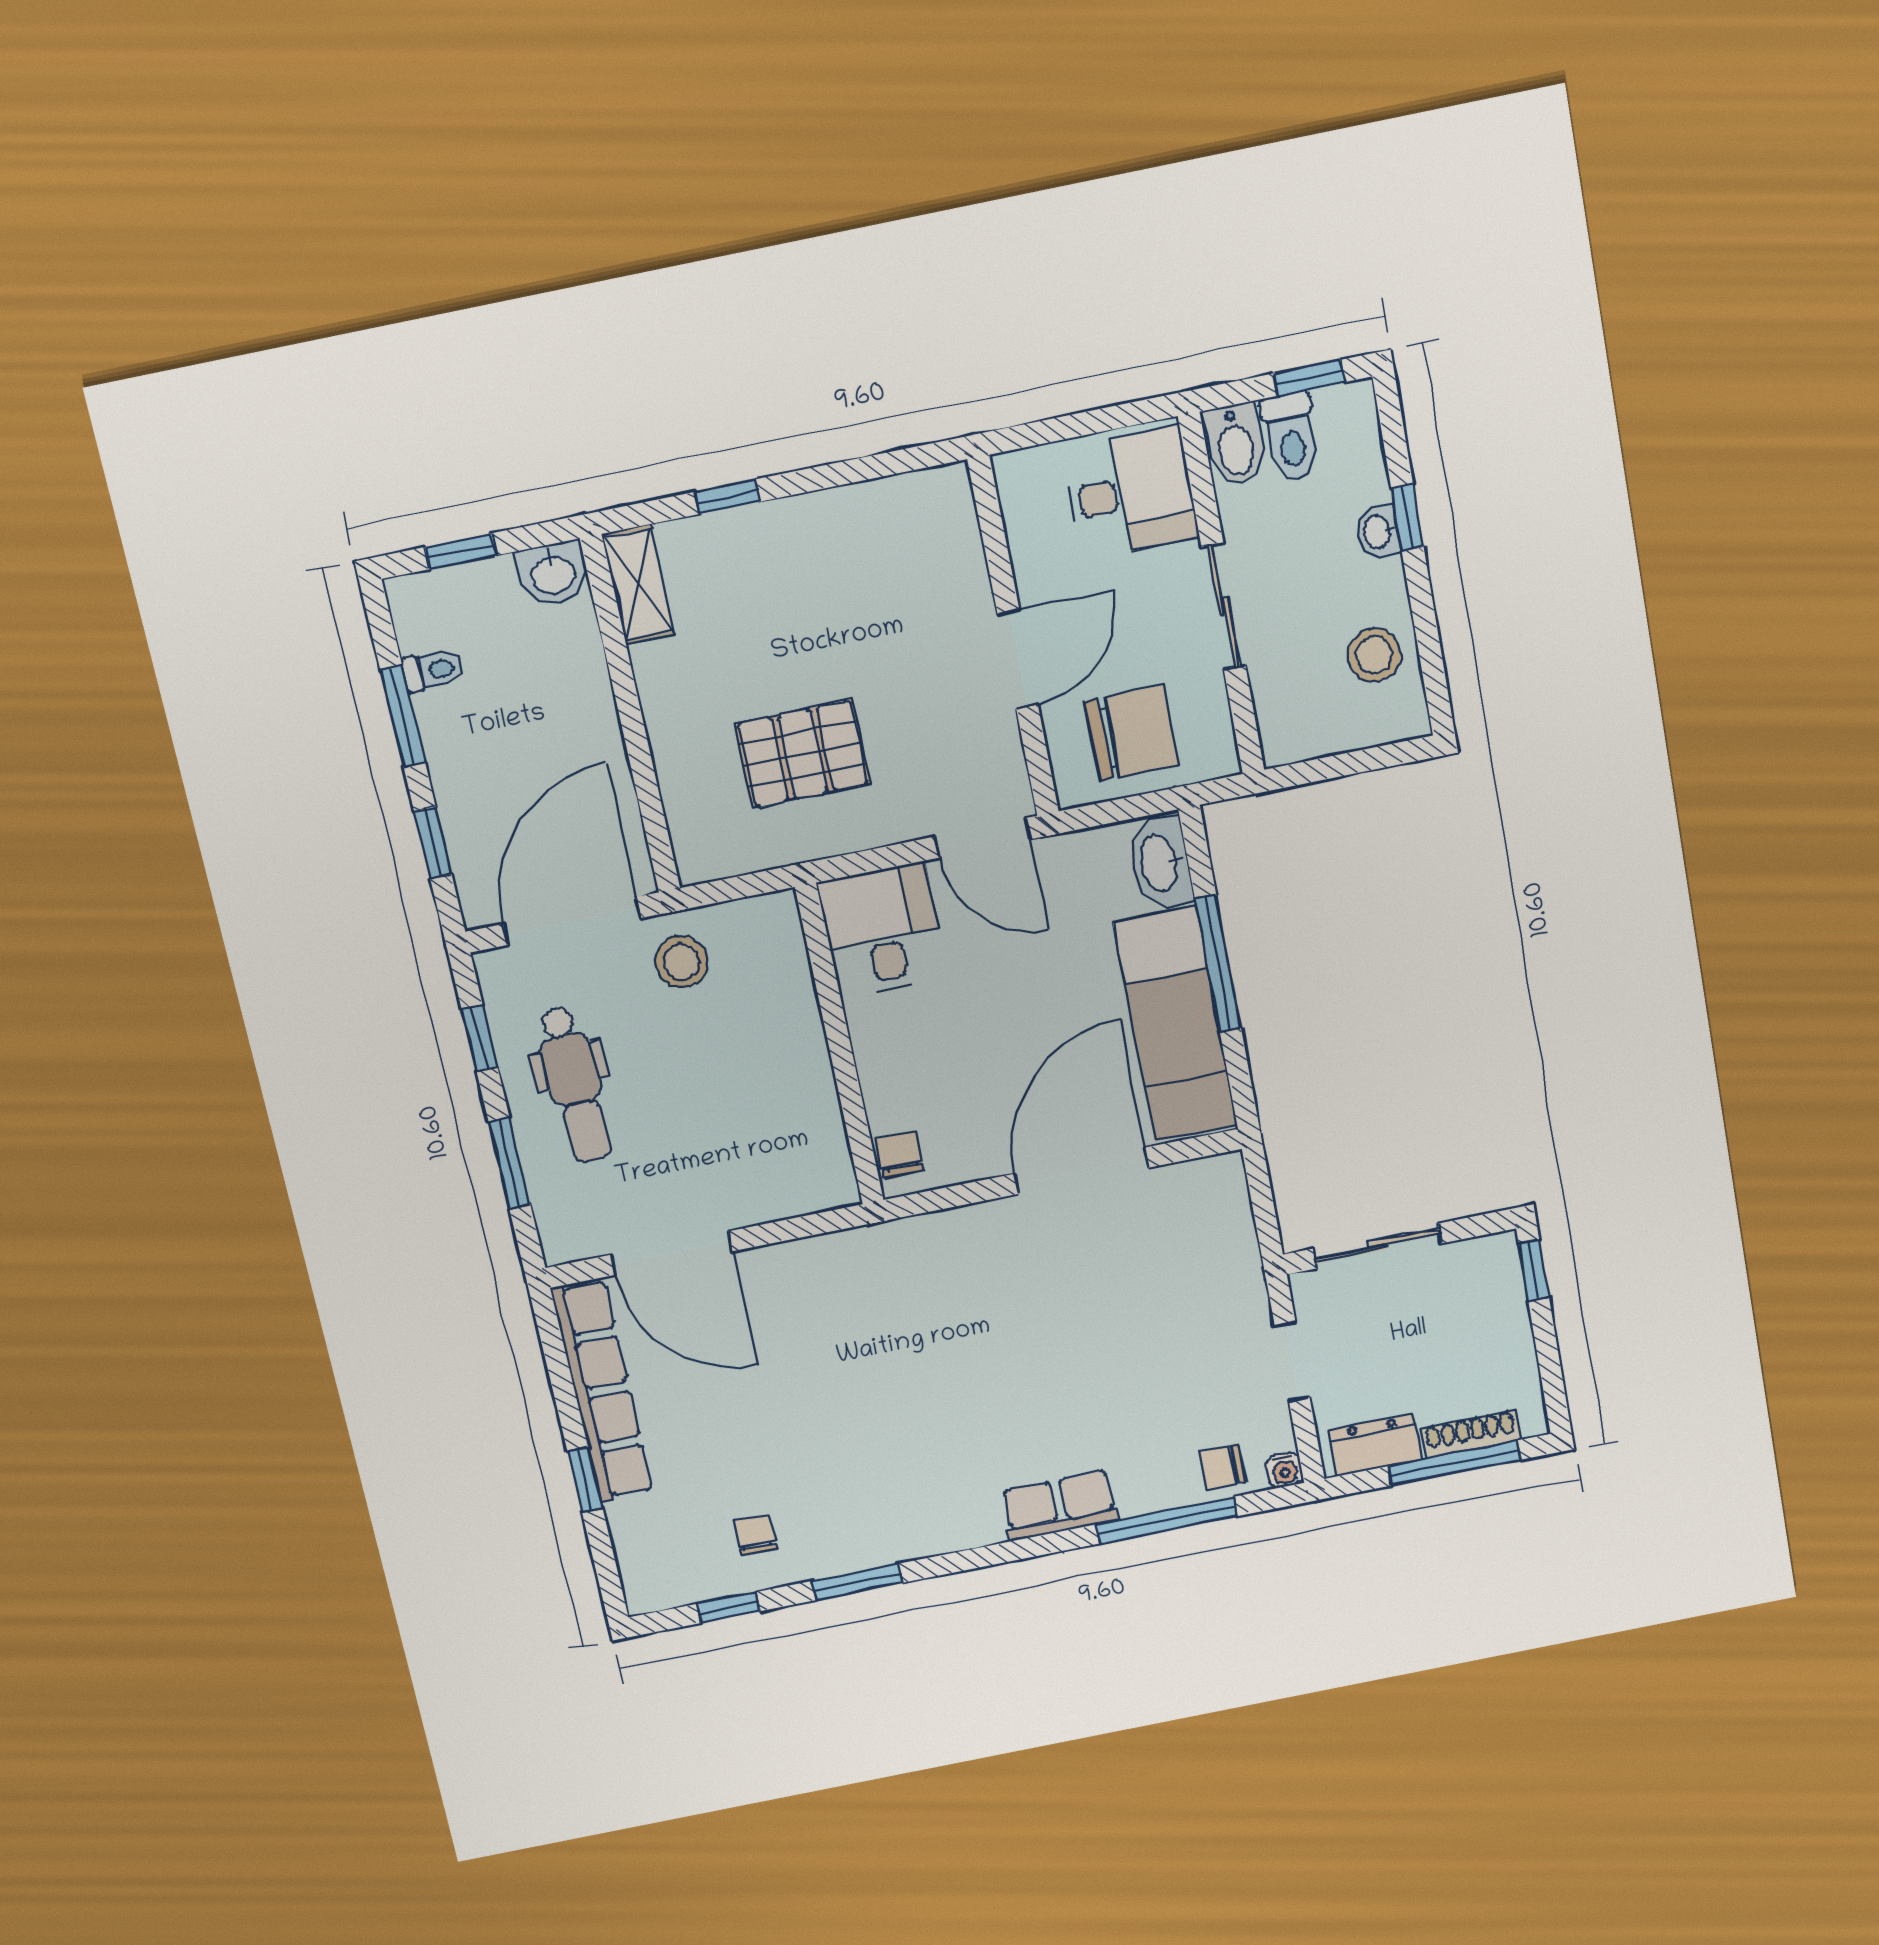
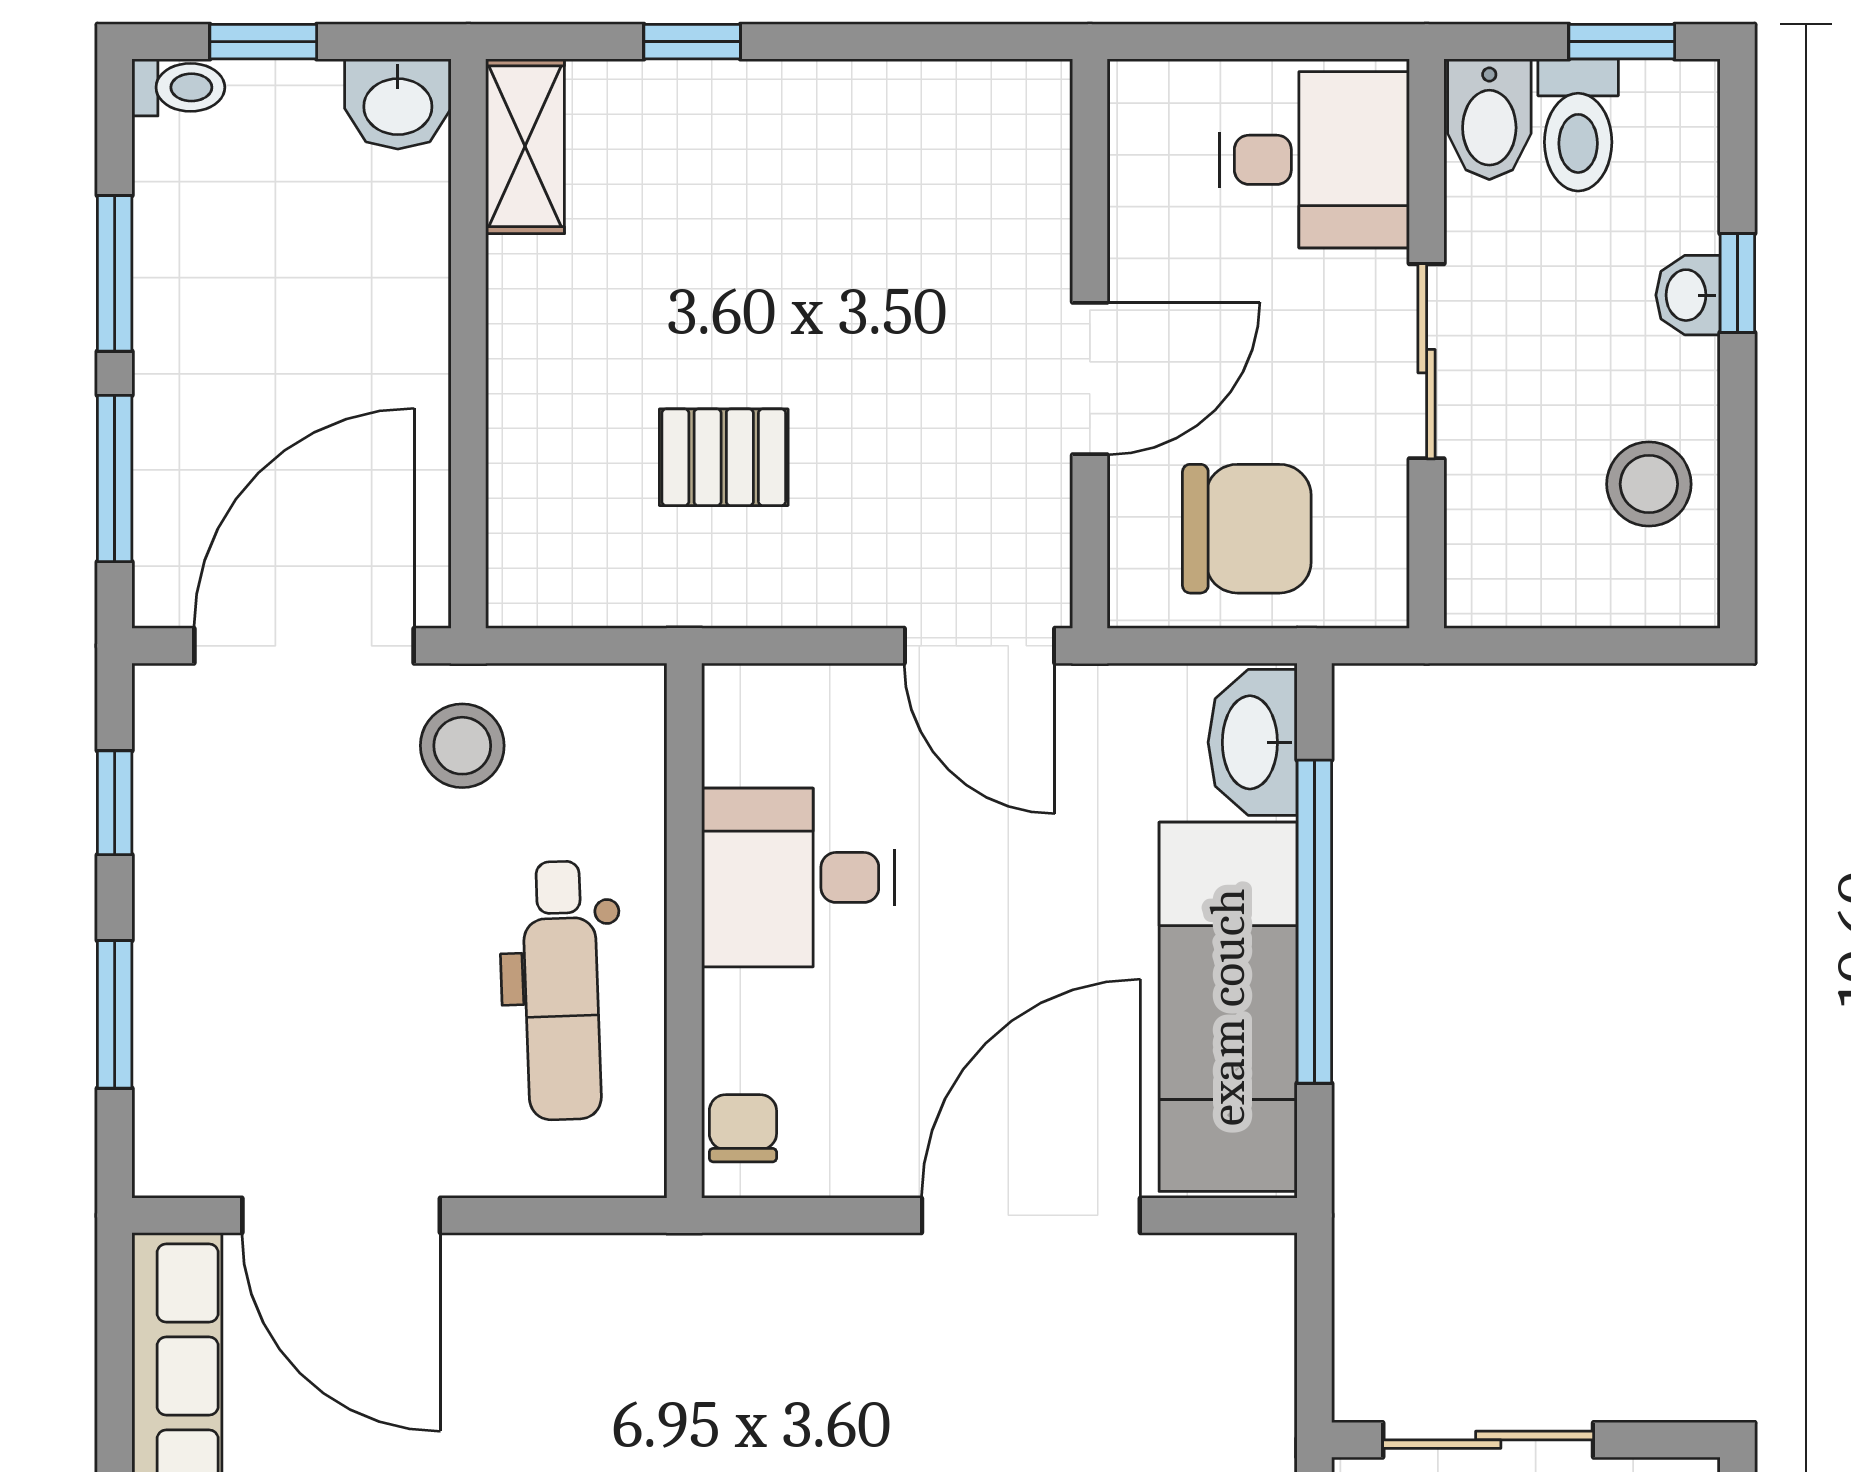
toilet: (433, 670) -> (178, 87), moved
pallet: (803, 754) -> (724, 457), width x0.67, depth x0.71
window: (433, 843) -> (115, 478), width x1.50
desk: (882, 930) -> (798, 877), moved, turned -90
window: (1218, 963) -> (1314, 922), width x1.46
dental chair: (575, 1085) -> (562, 990), moved

